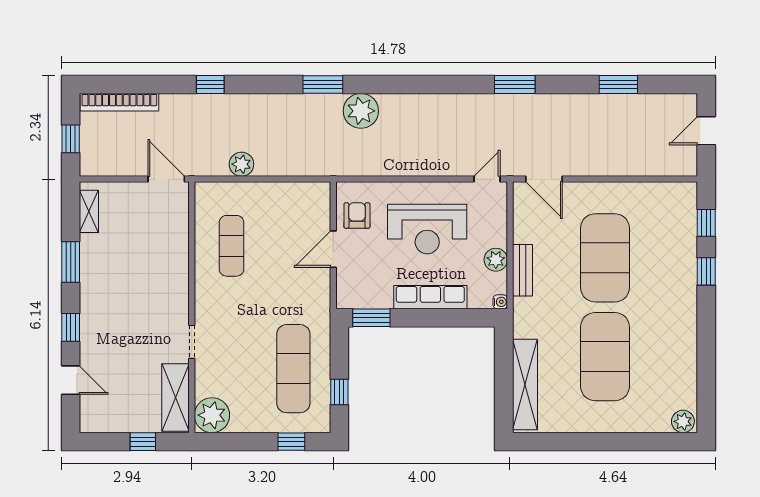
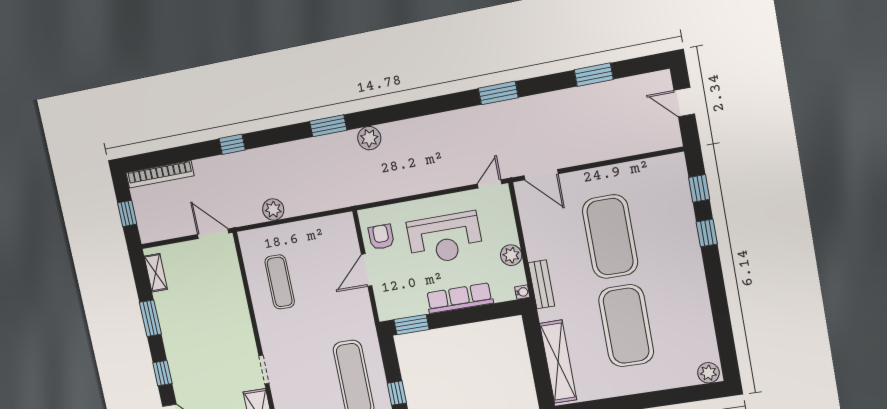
plant: (361, 111) -> (369, 138), width x0.73, depth x0.73
door: (706, 131) -> (684, 102), hinge flipped
bench: (523, 270) -> (541, 284), moved

